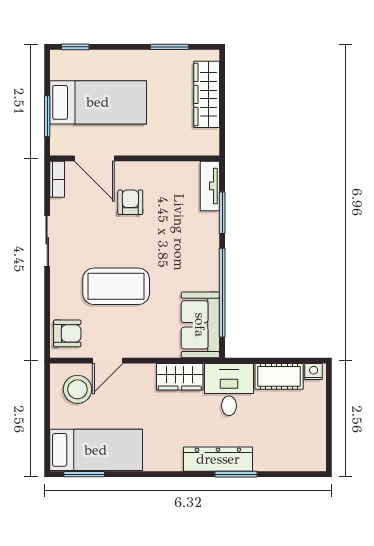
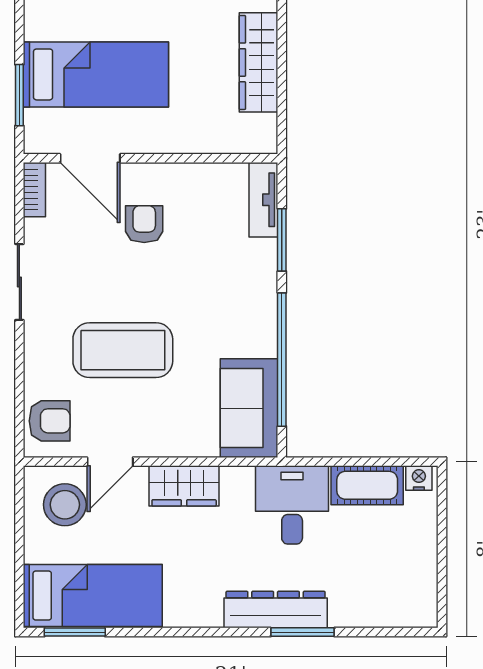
wardrobe: (180, 377) -> (184, 486), moved

